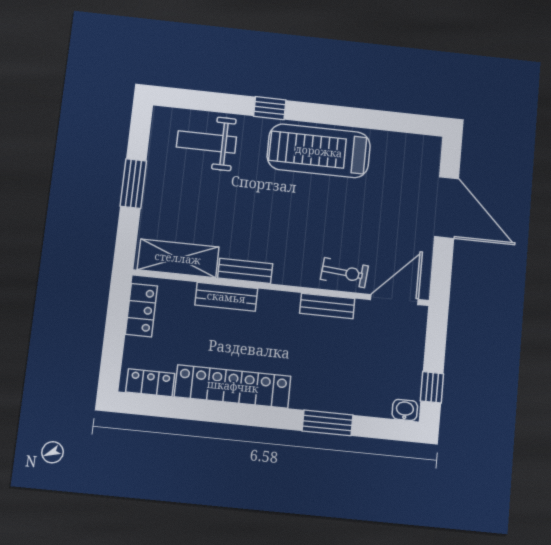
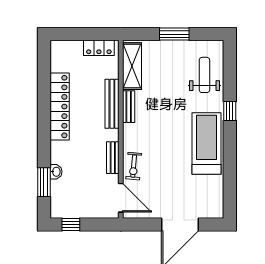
bench: (226, 297) -> (112, 104), width x1.36
locker: (150, 383) -> (57, 58), removed
washbasin: (405, 410) -> (56, 172), moved
window: (328, 423) -> (44, 182), moved

